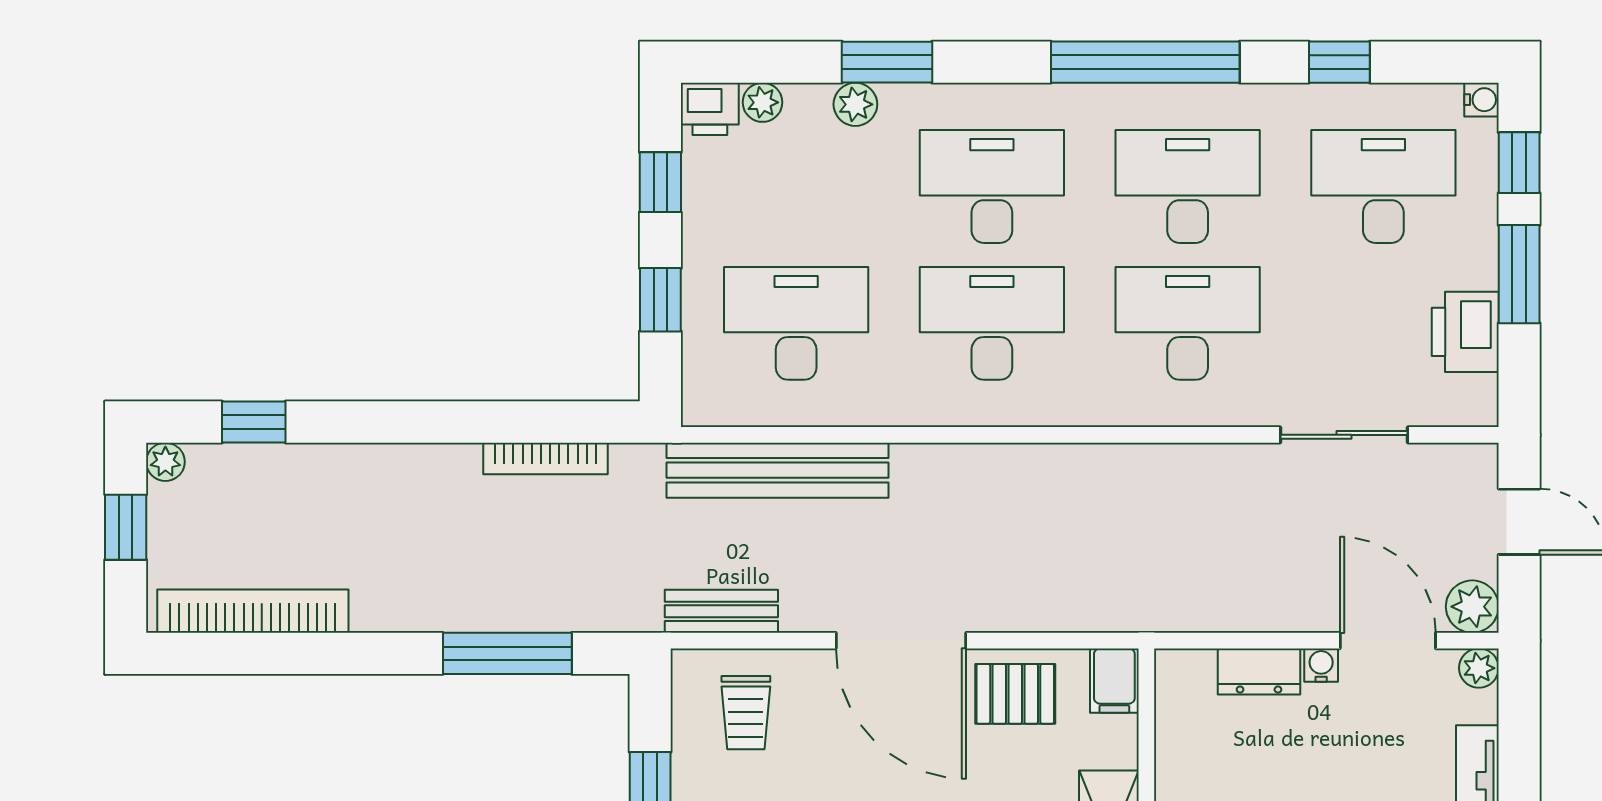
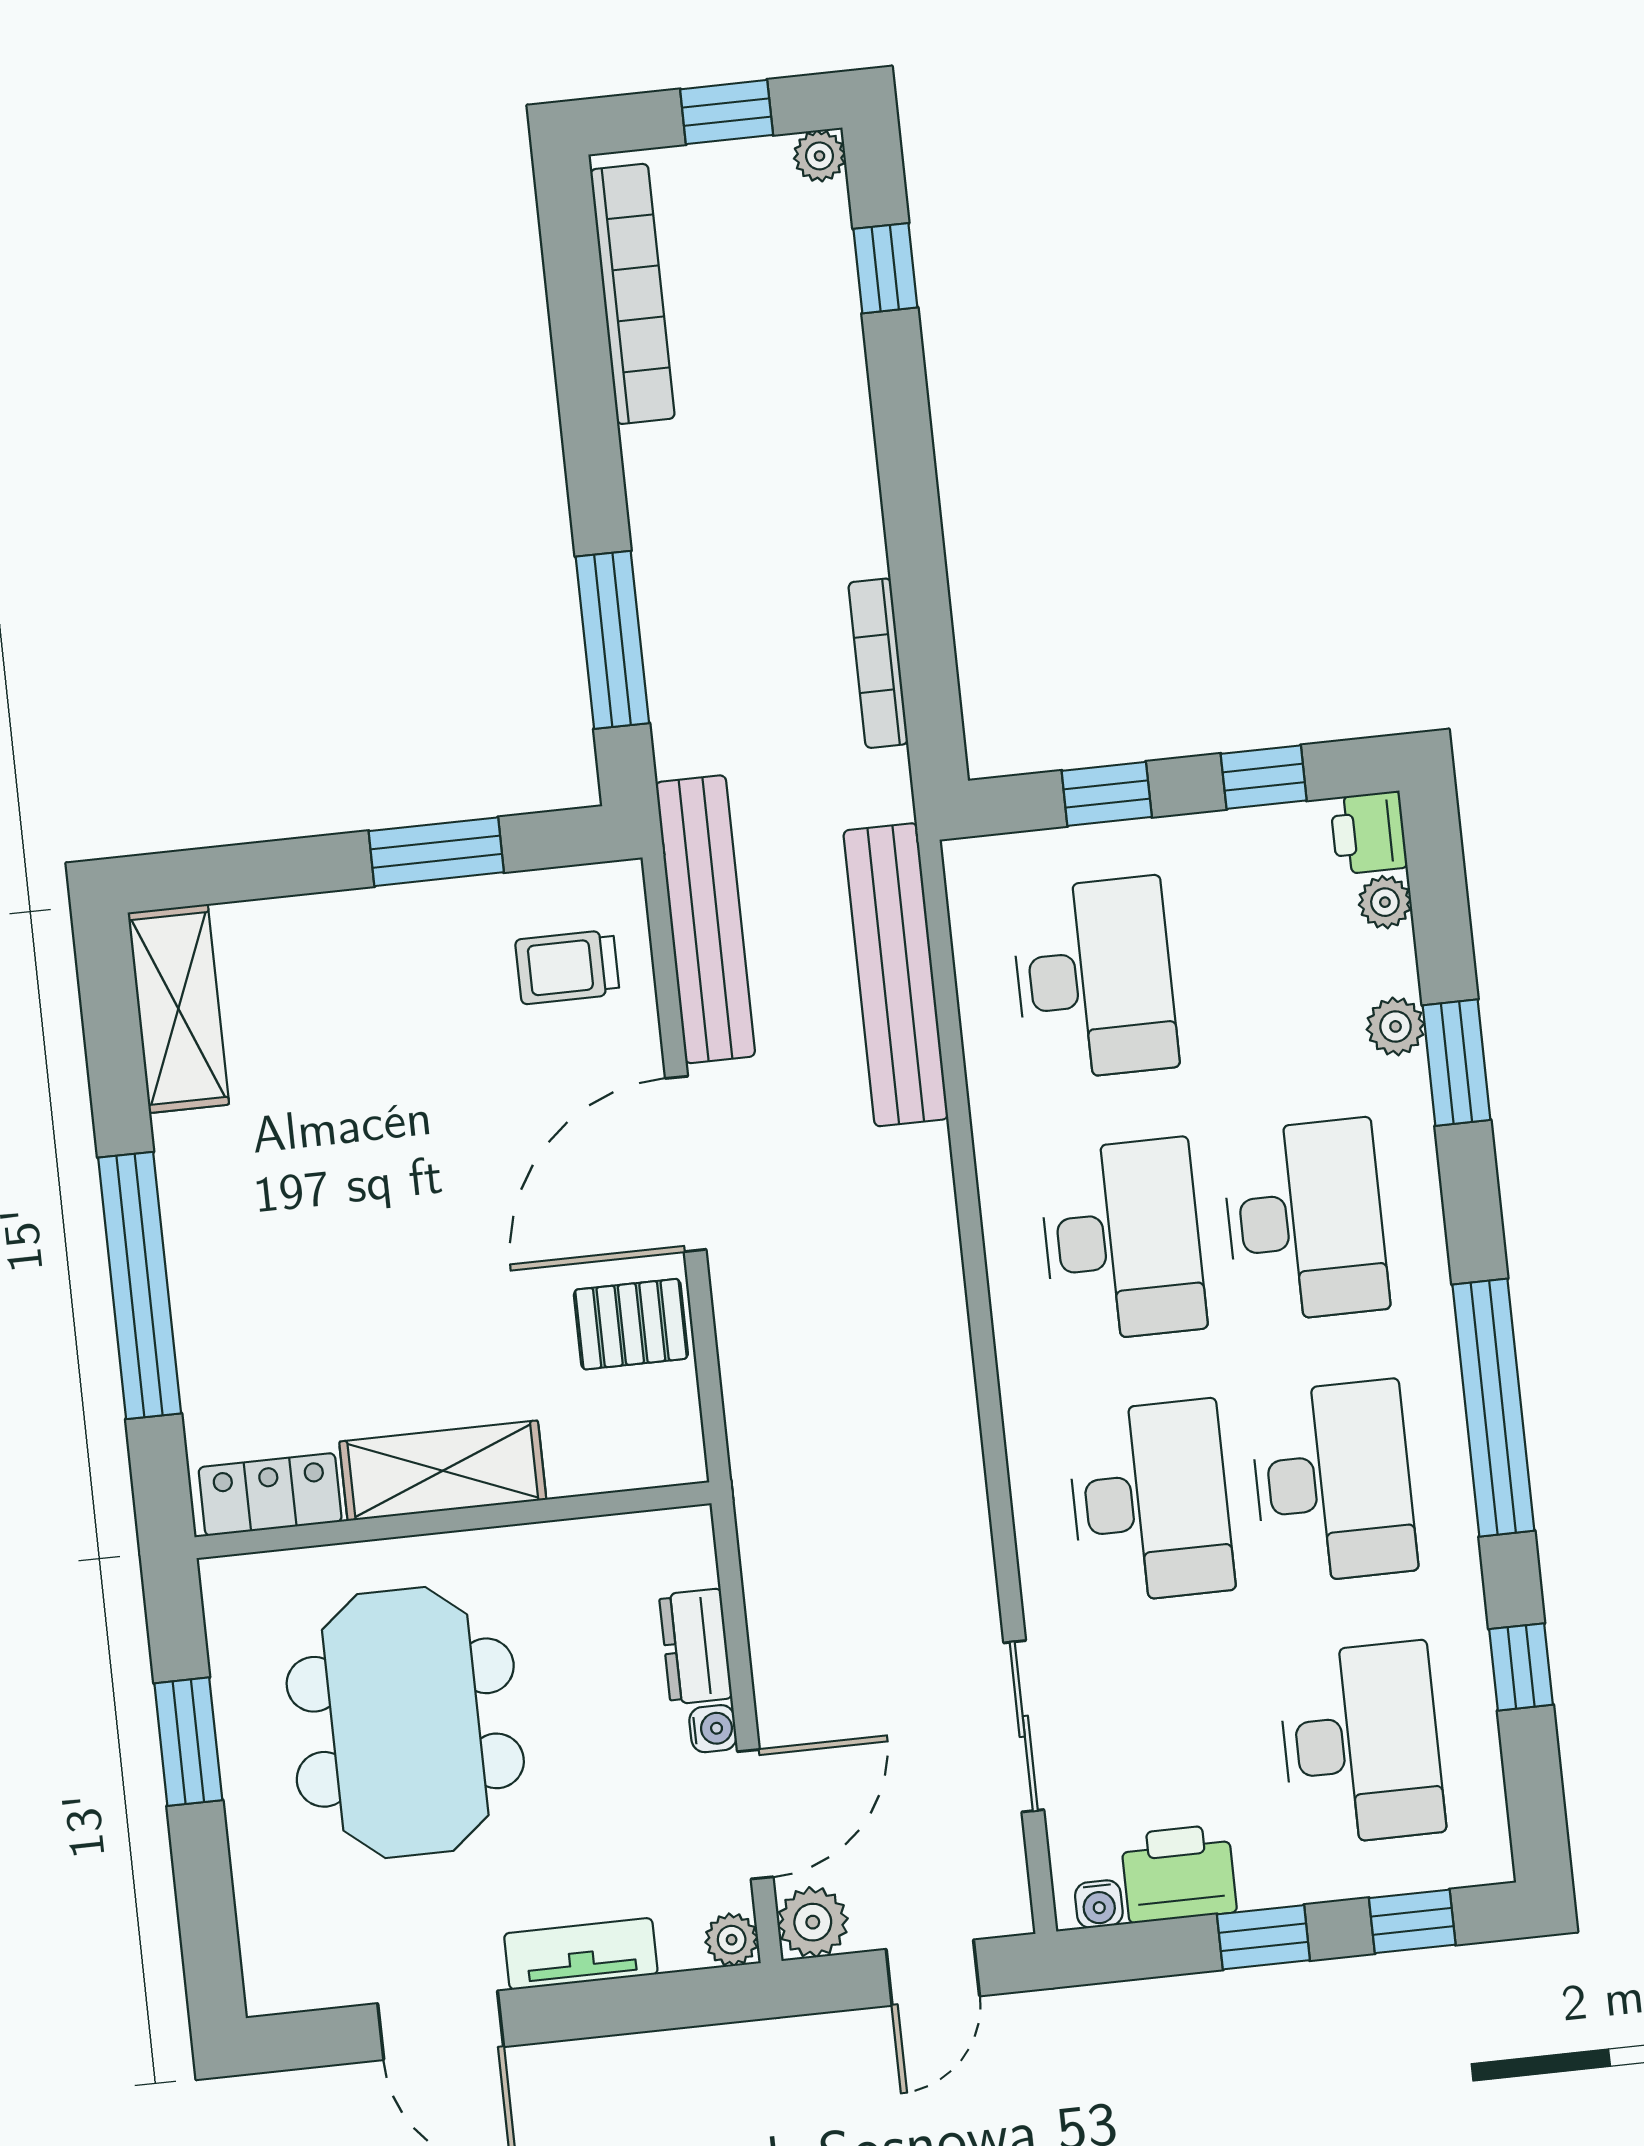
water cooler: (1482, 100) -> (1099, 1904), moved
window: (1519, 274) -> (1263, 1937), width x0.67
bench: (721, 611) -> (705, 919), width x1.86, depth x1.21
filing cabinet: (1114, 681) -> (663, 1455), removed
pallet: (1015, 694) -> (631, 1324), turned 90

